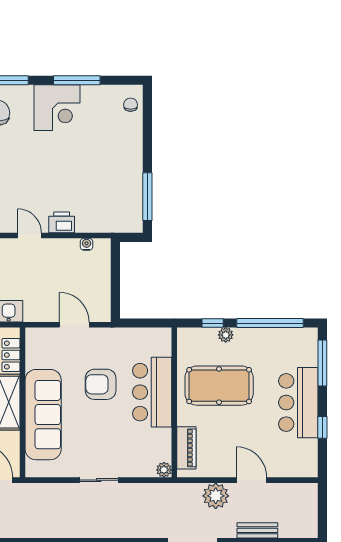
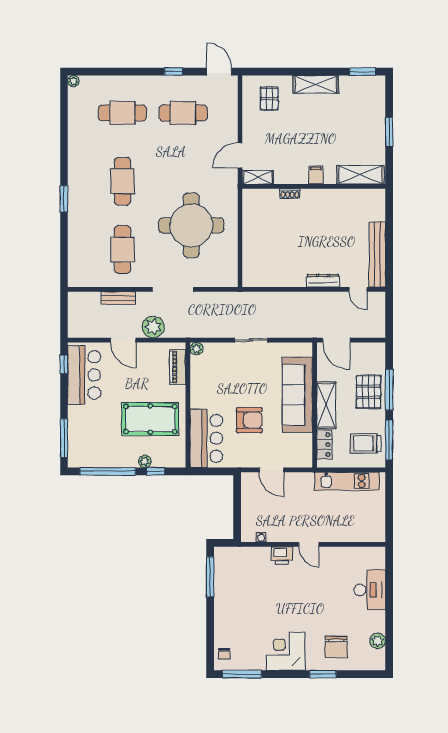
window: (77, 80) -> (242, 674), moved
bar counter: (152, 392) -> (206, 438), moved
bar counter: (298, 403) -> (84, 375), moved
window: (322, 427) -> (64, 364), moved

